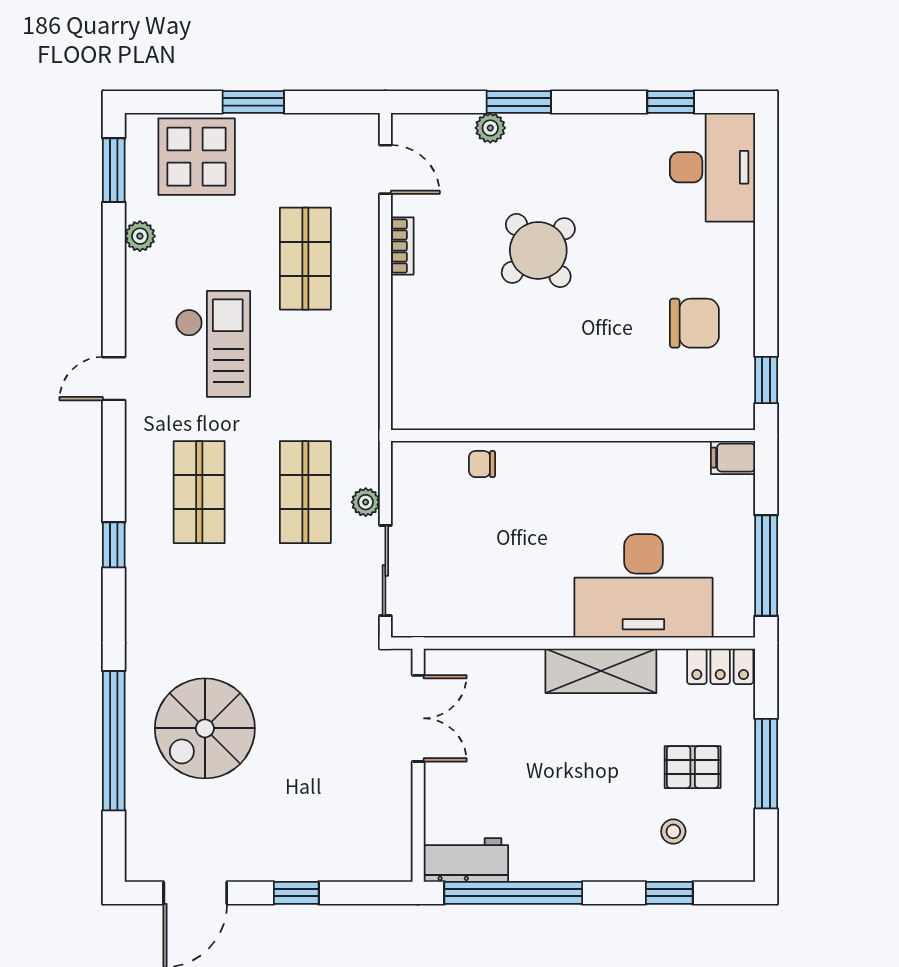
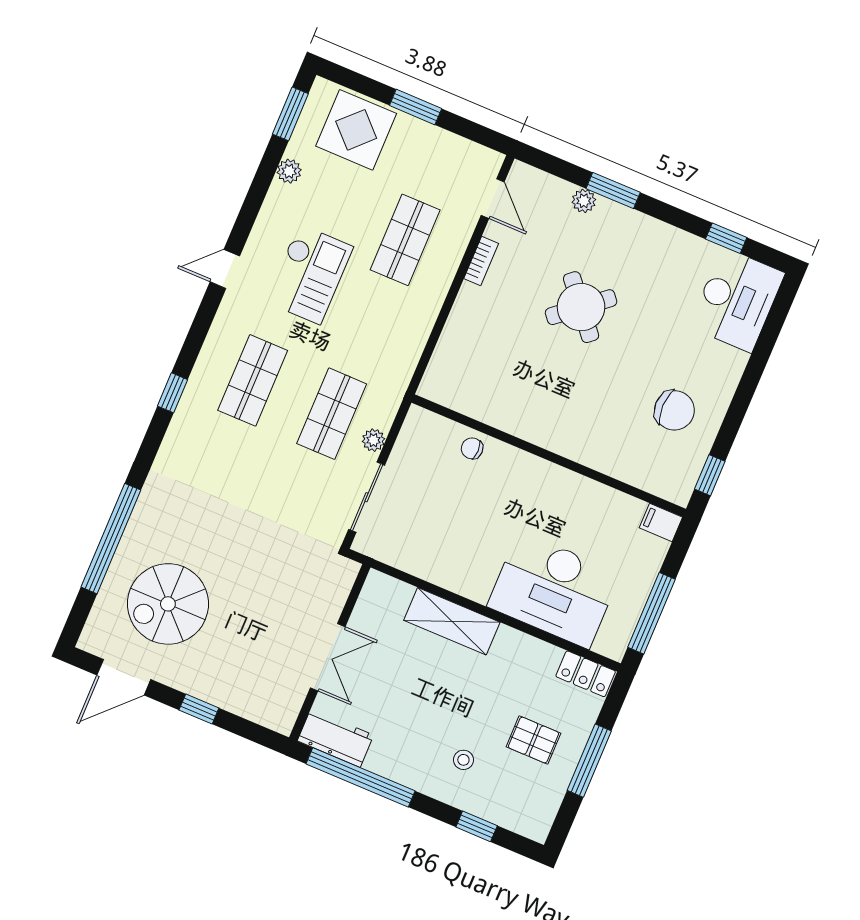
shelving: (601, 671) -> (452, 621), moved
double door: (418, 718) -> (328, 657), moved
spiral stairs: (205, 728) -> (168, 604), moved
stool: (673, 831) -> (463, 760), moved

